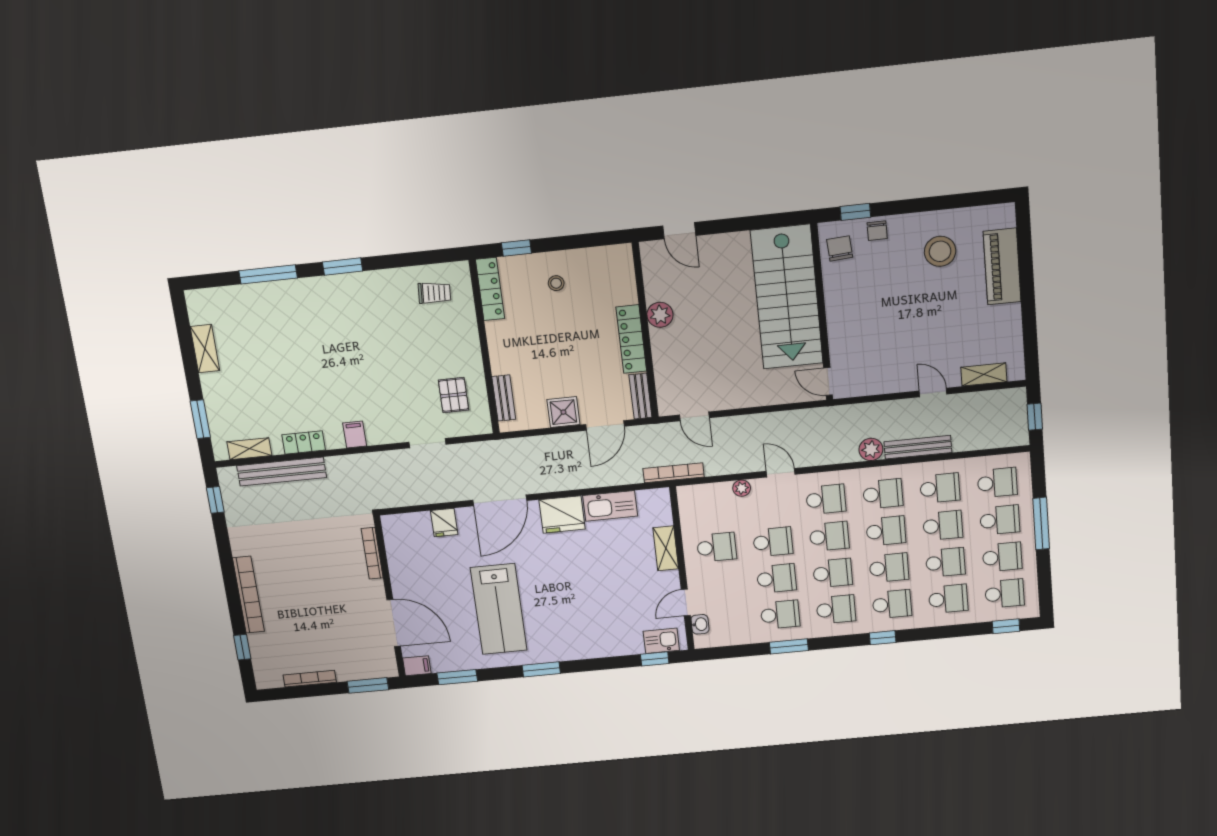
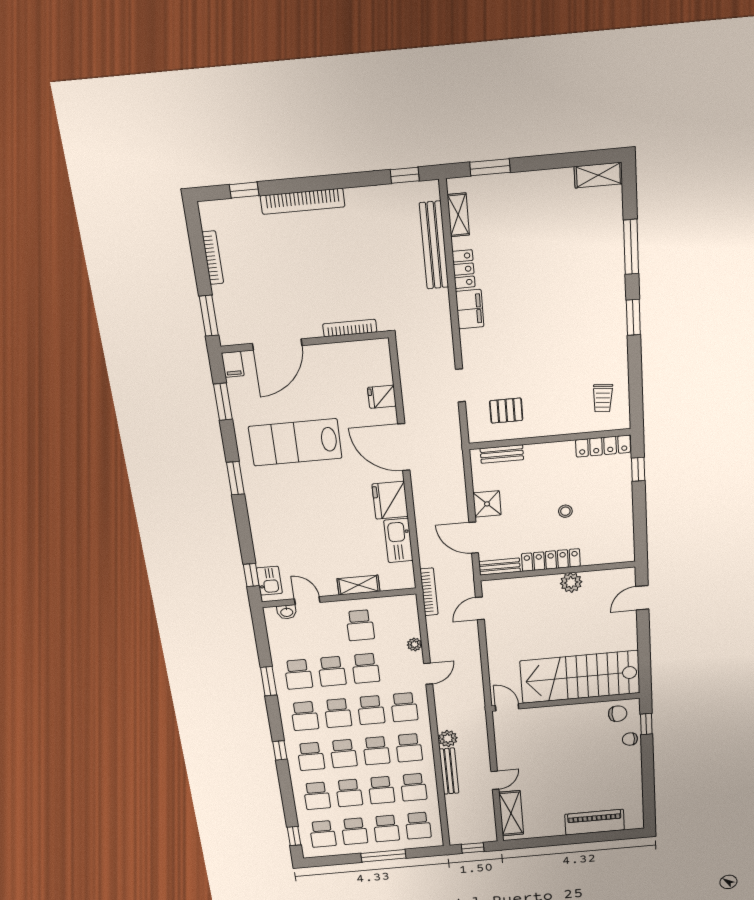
stool: (940, 251) -> (610, 782), removed
stool: (556, 283) -> (565, 511), moved
shelving: (205, 349) -> (598, 175), moved
shelving: (984, 374) -> (511, 813), width x1.50, depth x1.33
door: (828, 381) -> (507, 707), hinge flipped
filing cabinet: (355, 434) -> (470, 309), width x2.00

